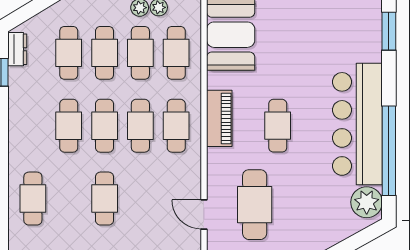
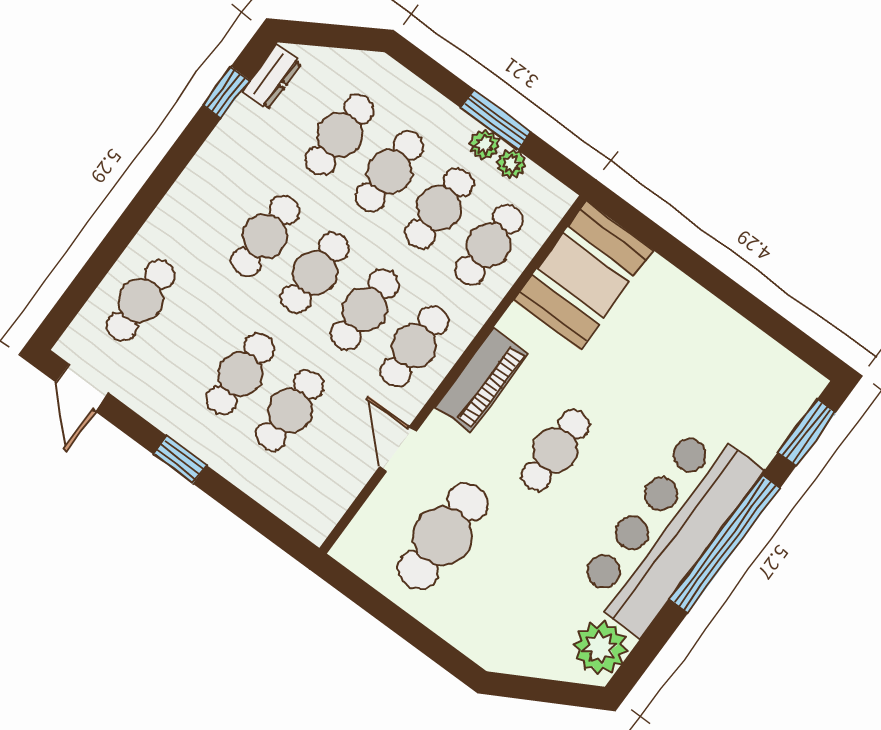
window: (389, 151) -> (725, 544), moved
cafe table: (140, 199) -> (290, 411), added
door: (204, 214) -> (398, 449), moved

